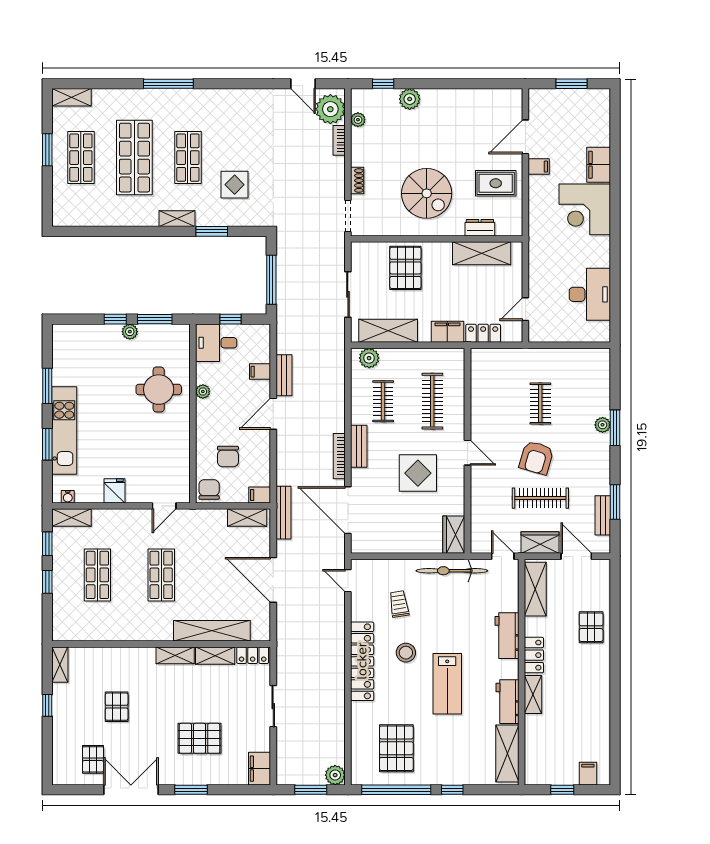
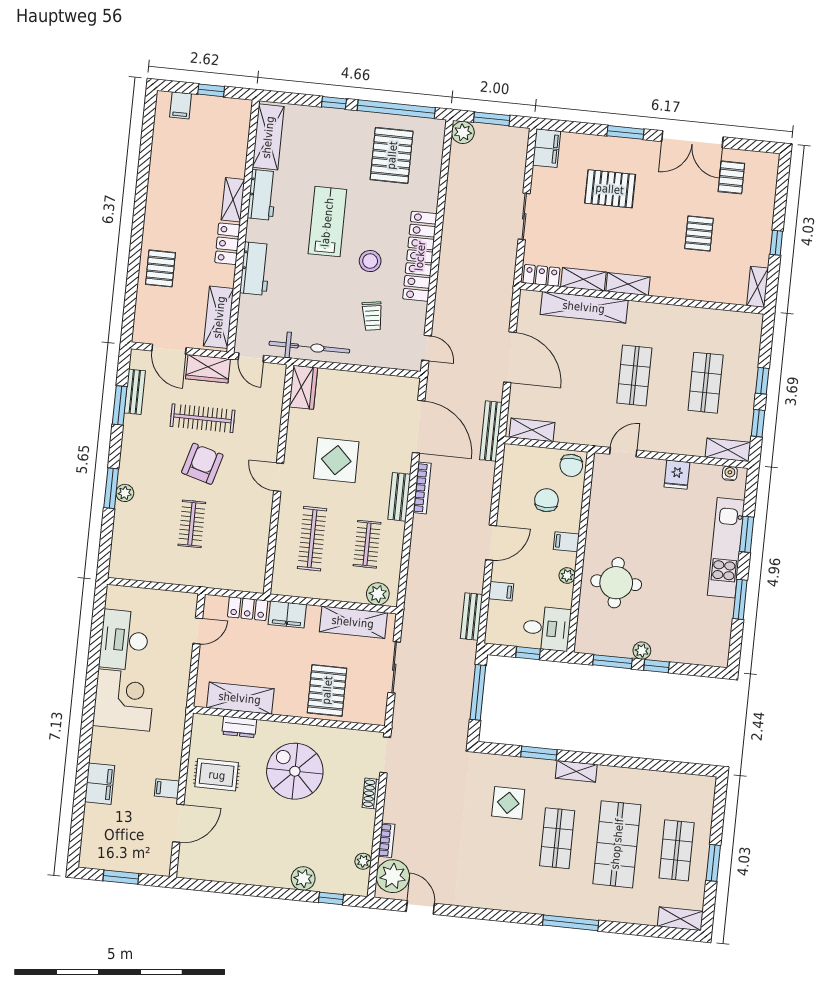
corner desk: (585, 209) -> (124, 700), moved
bench: (284, 375) -> (471, 617), moved
filing cabinet: (260, 495) -> (566, 542), moved, turned 180

